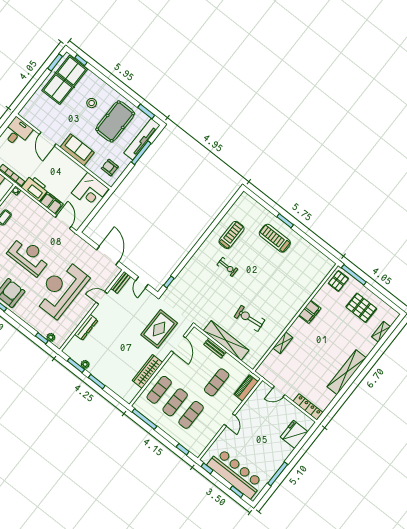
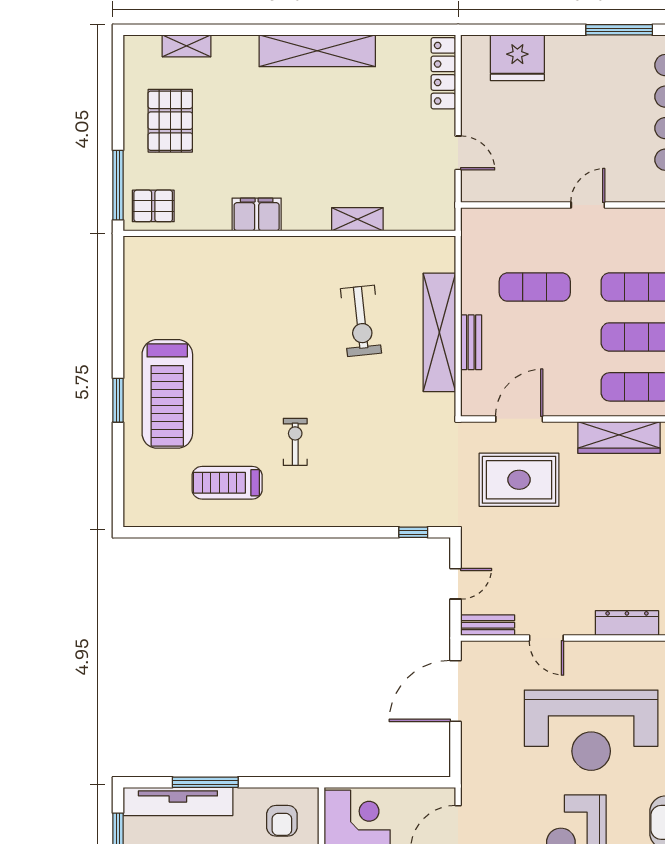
treadmill: (275, 238) -> (167, 394), width x1.37, depth x1.38
piano: (246, 388) -> (501, 221), removed

